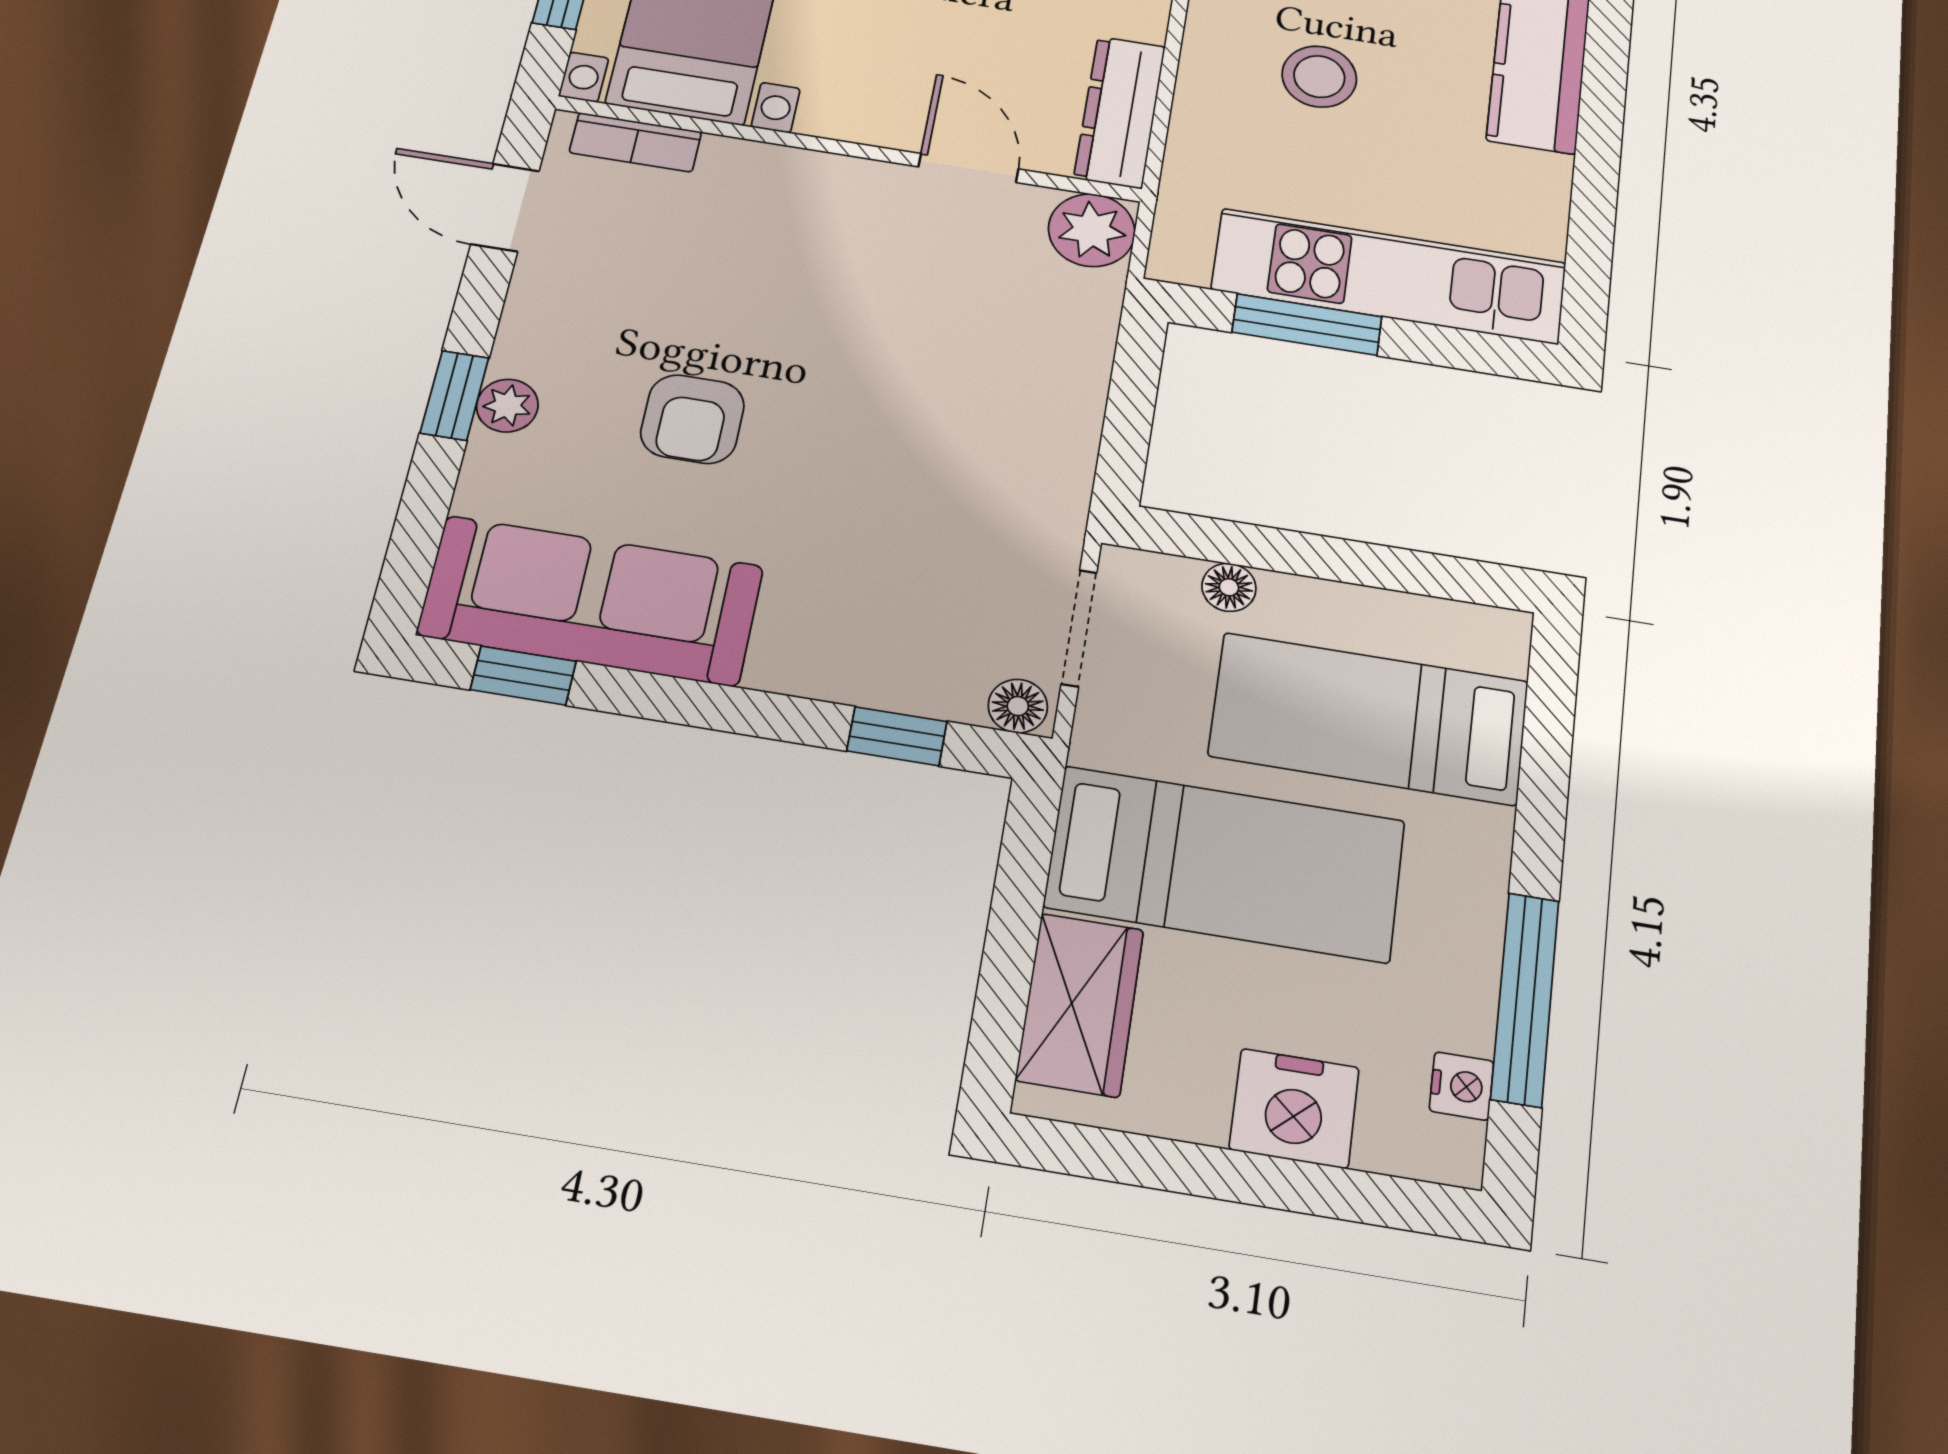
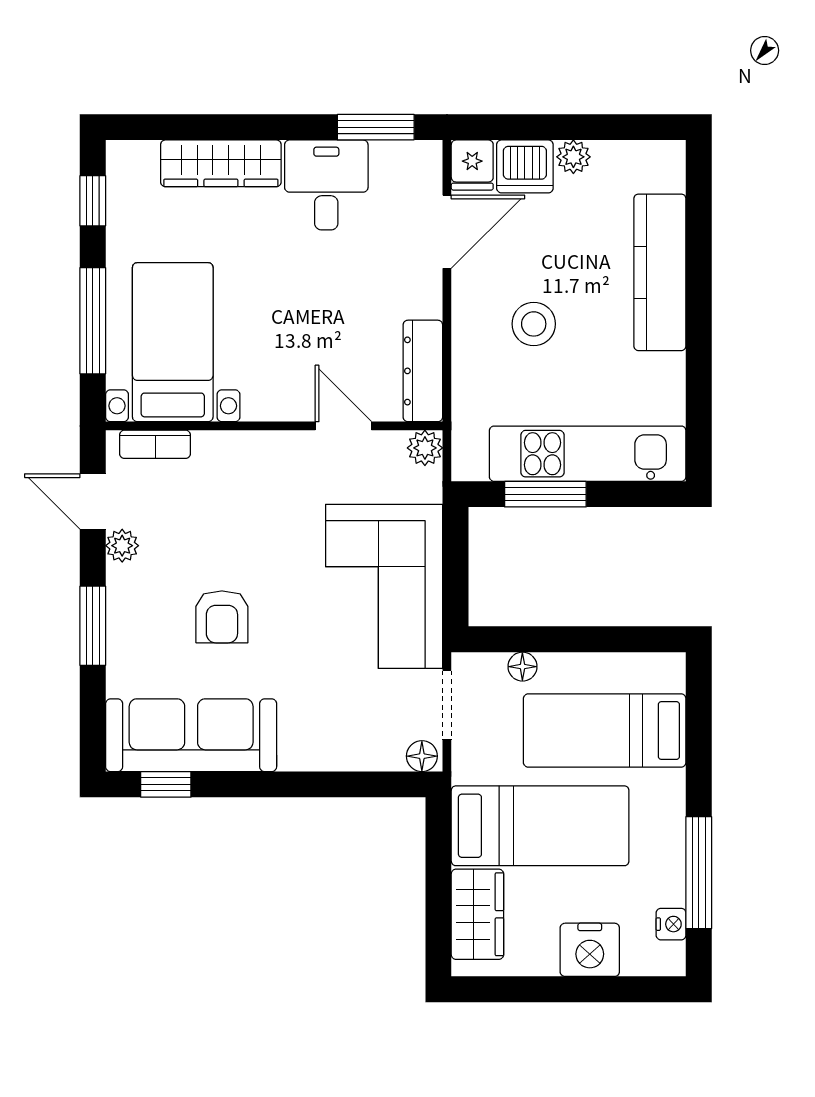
plant: (1092, 230) -> (425, 448), width x0.73, depth x0.73
window: (454, 395) -> (93, 626), width x1.50
plant: (507, 406) -> (122, 546), moved
corner sofa: (996, 419) -> (384, 586), added
window: (897, 736) -> (363, 784), removed

